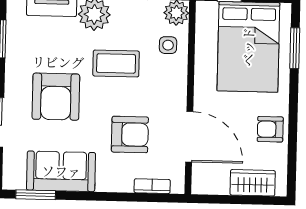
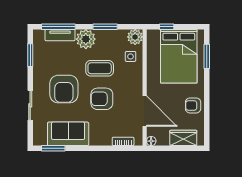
armchair: (130, 134) -> (102, 99), moved, turned 180
floor lamp: (199, 187) -> (151, 141), added

